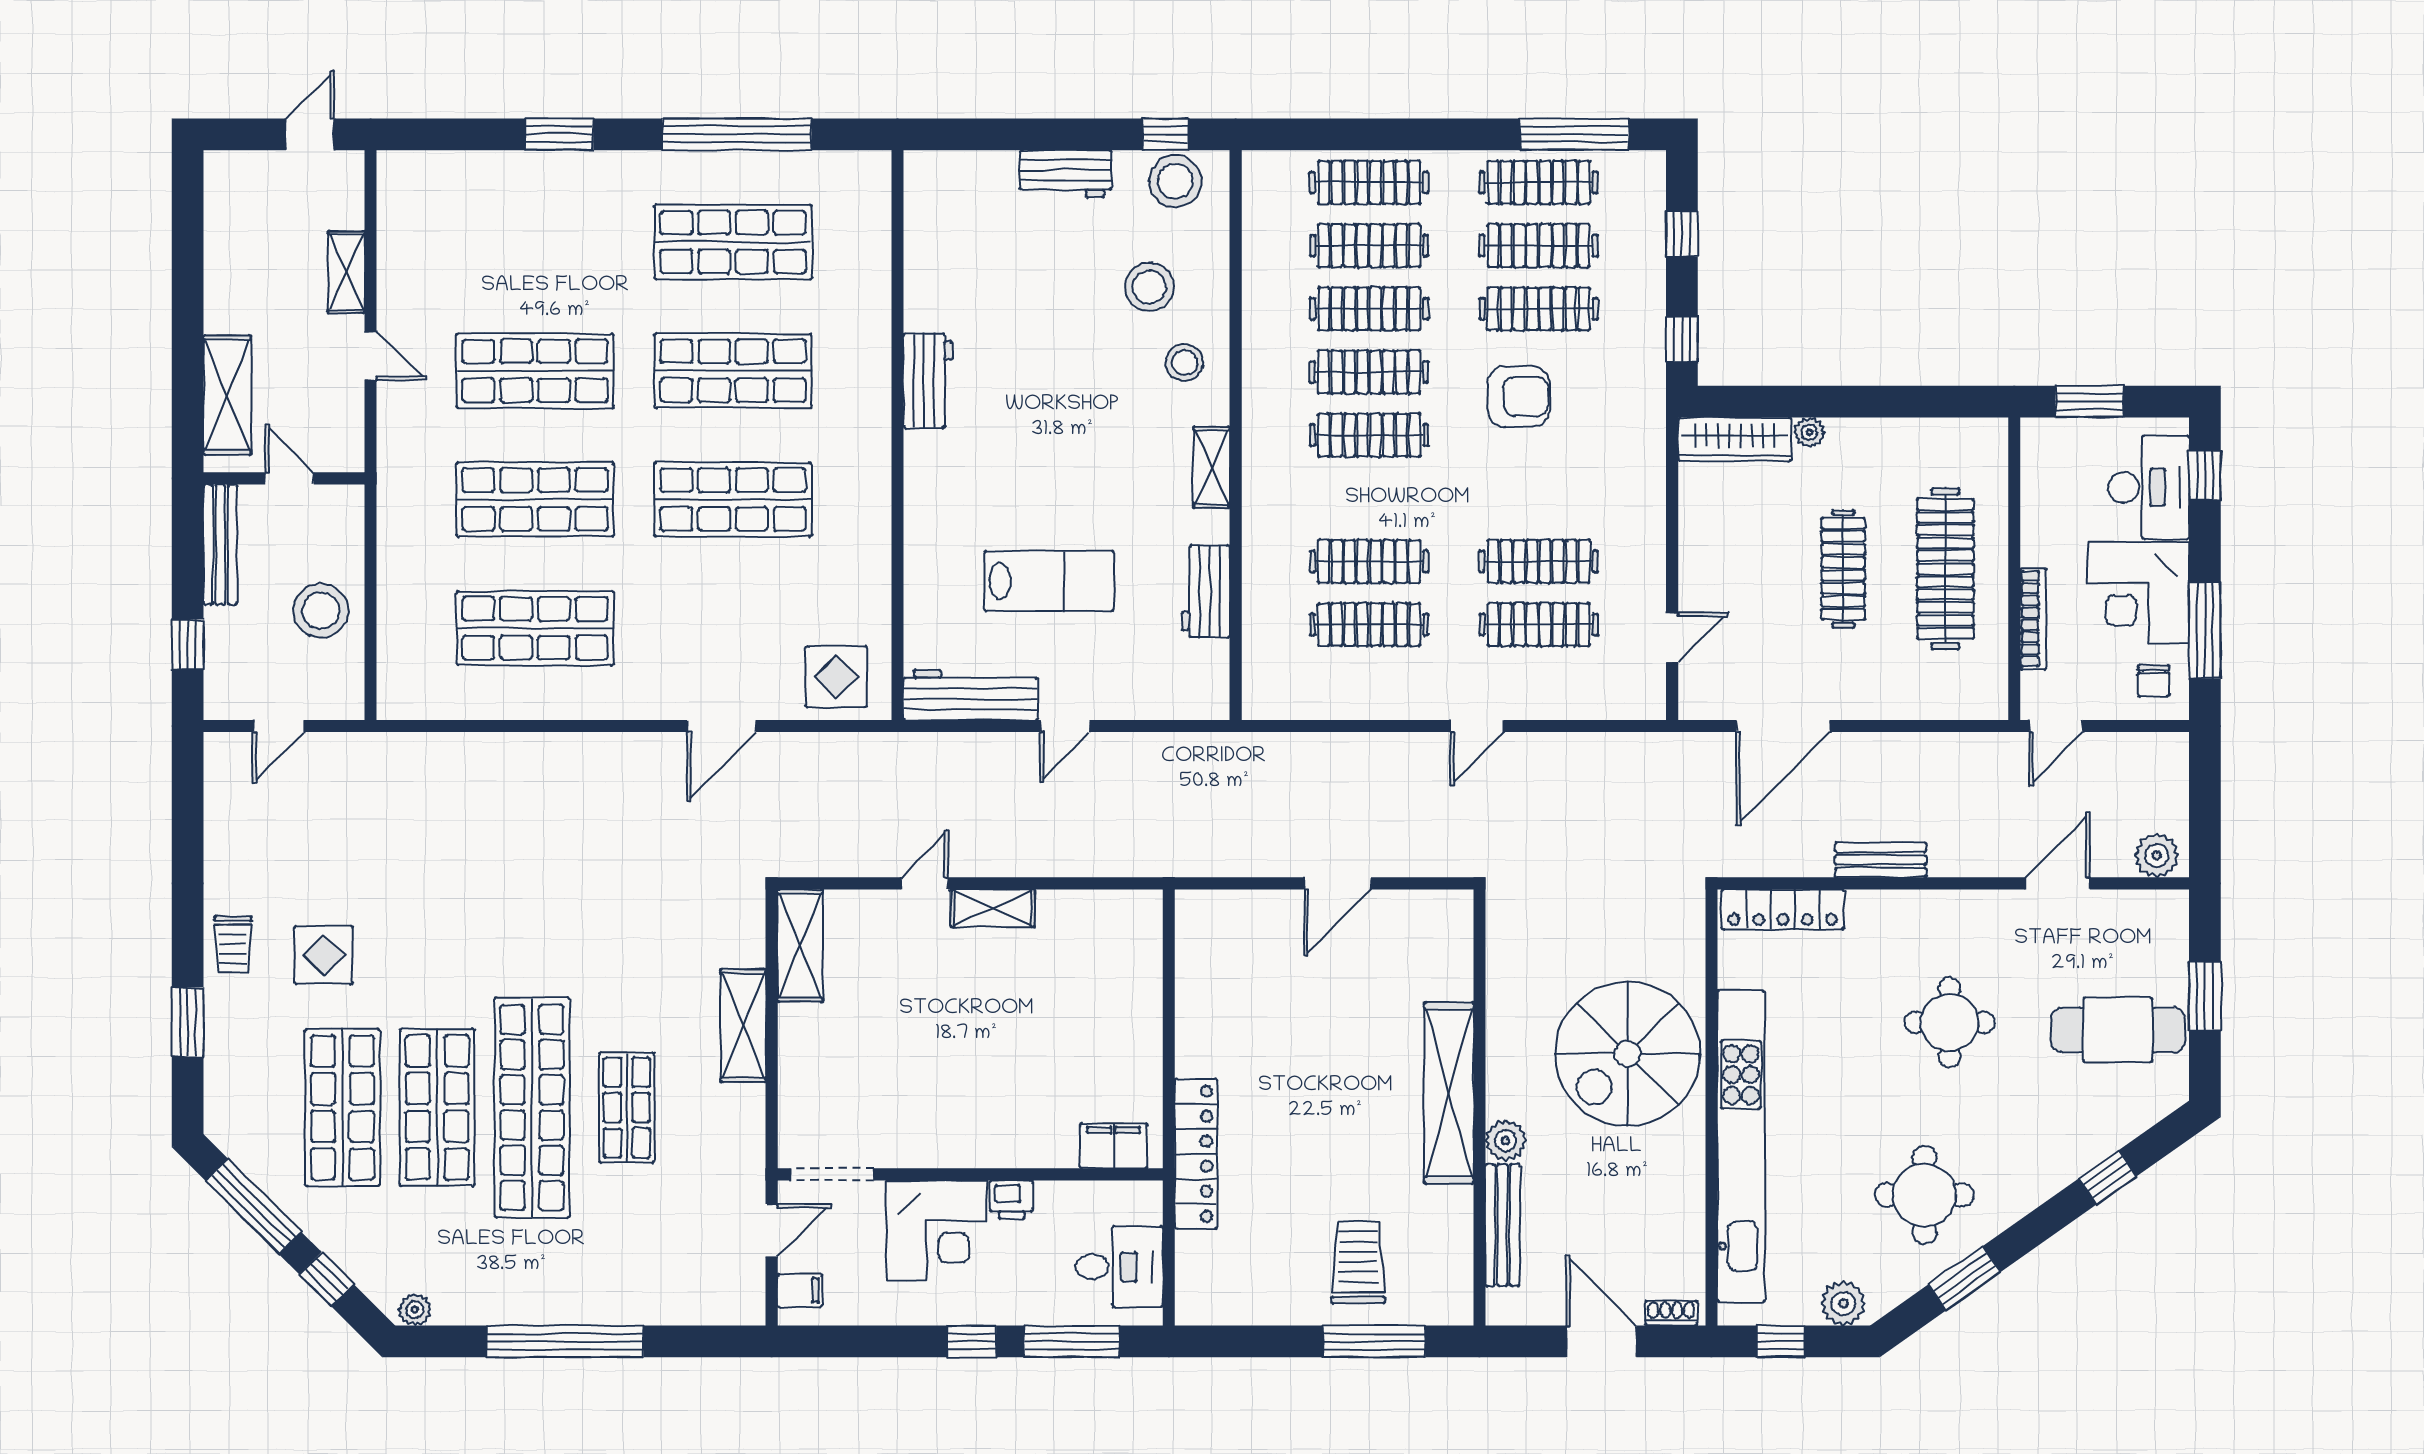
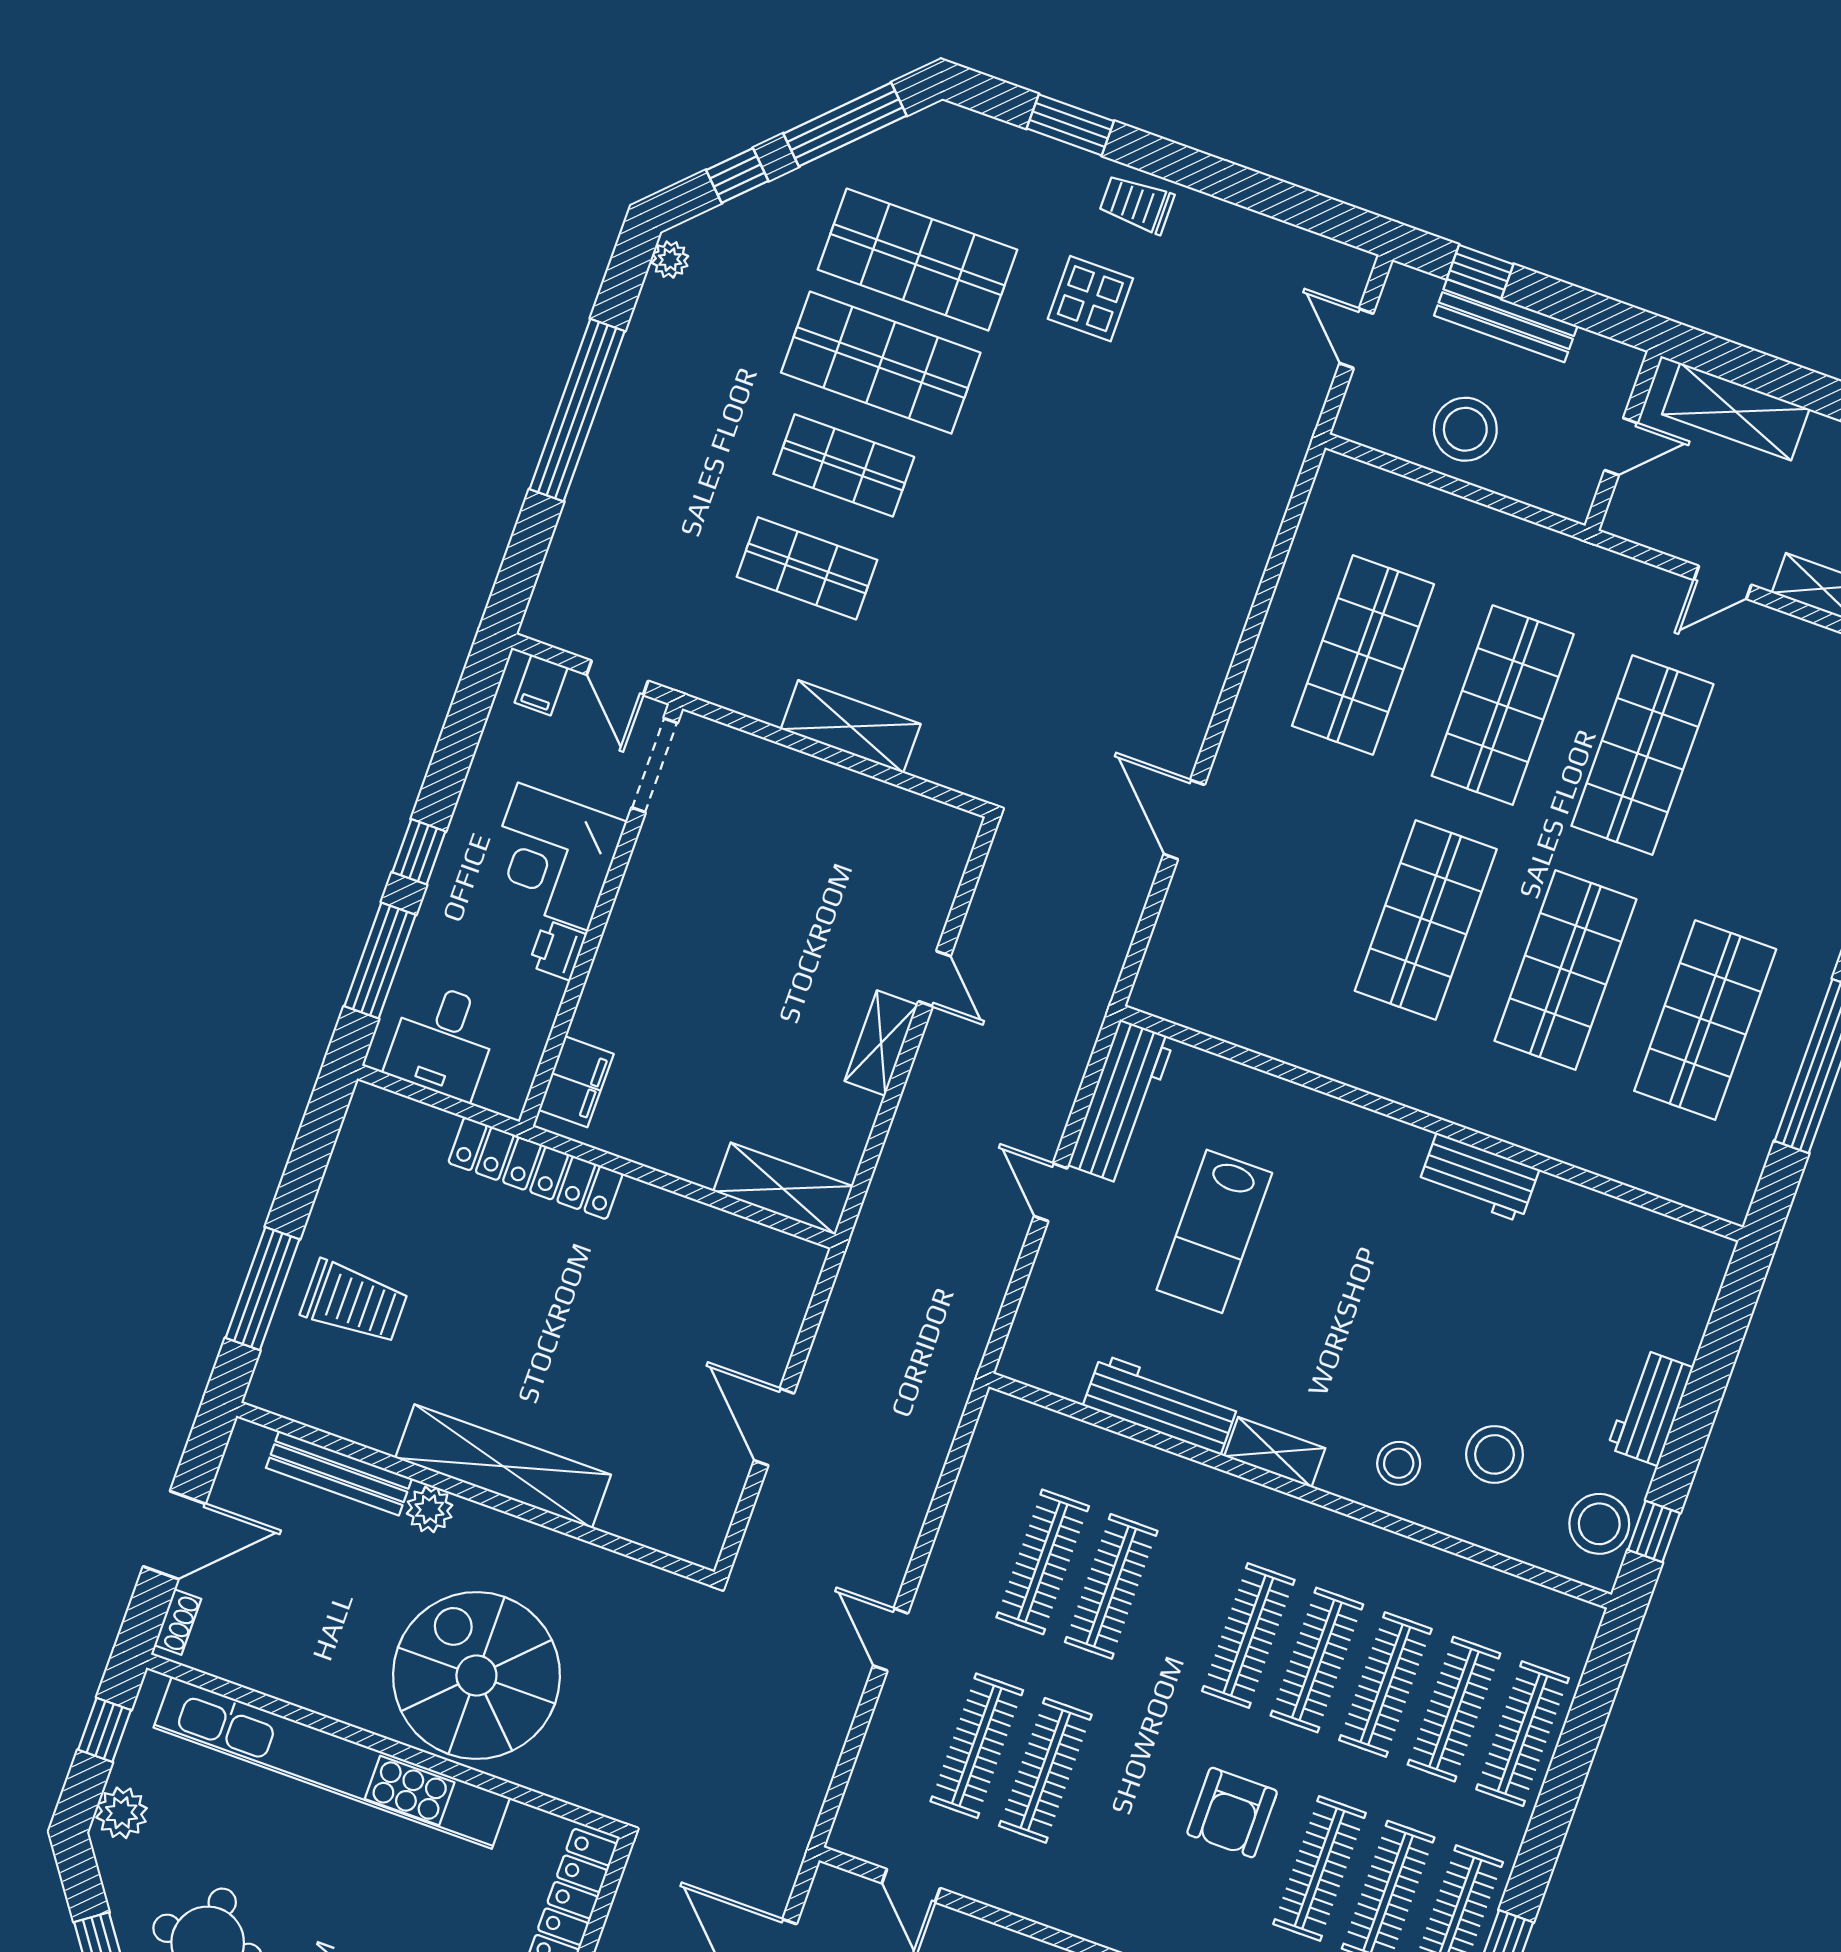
bench: (220, 544) -> (1506, 321), moved
workbench: (1206, 591) -> (1161, 1404), width x1.38
display table: (836, 677) -> (1193, 963), removed
shelving: (800, 946) -> (783, 1189), moved
shop shelf: (532, 1108) -> (844, 465), width x0.50, depth x0.74

